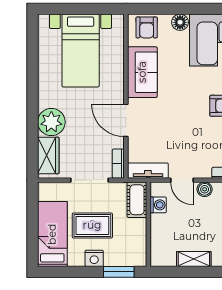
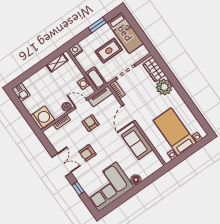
armchair: (147, 27) -> (91, 123), moved
door: (126, 120) -> (129, 113), swing flipped
nightstand: (94, 258) -> (75, 50), moved
shelving: (194, 259) -> (57, 63), moved
window: (119, 272) -> (97, 25), moved

